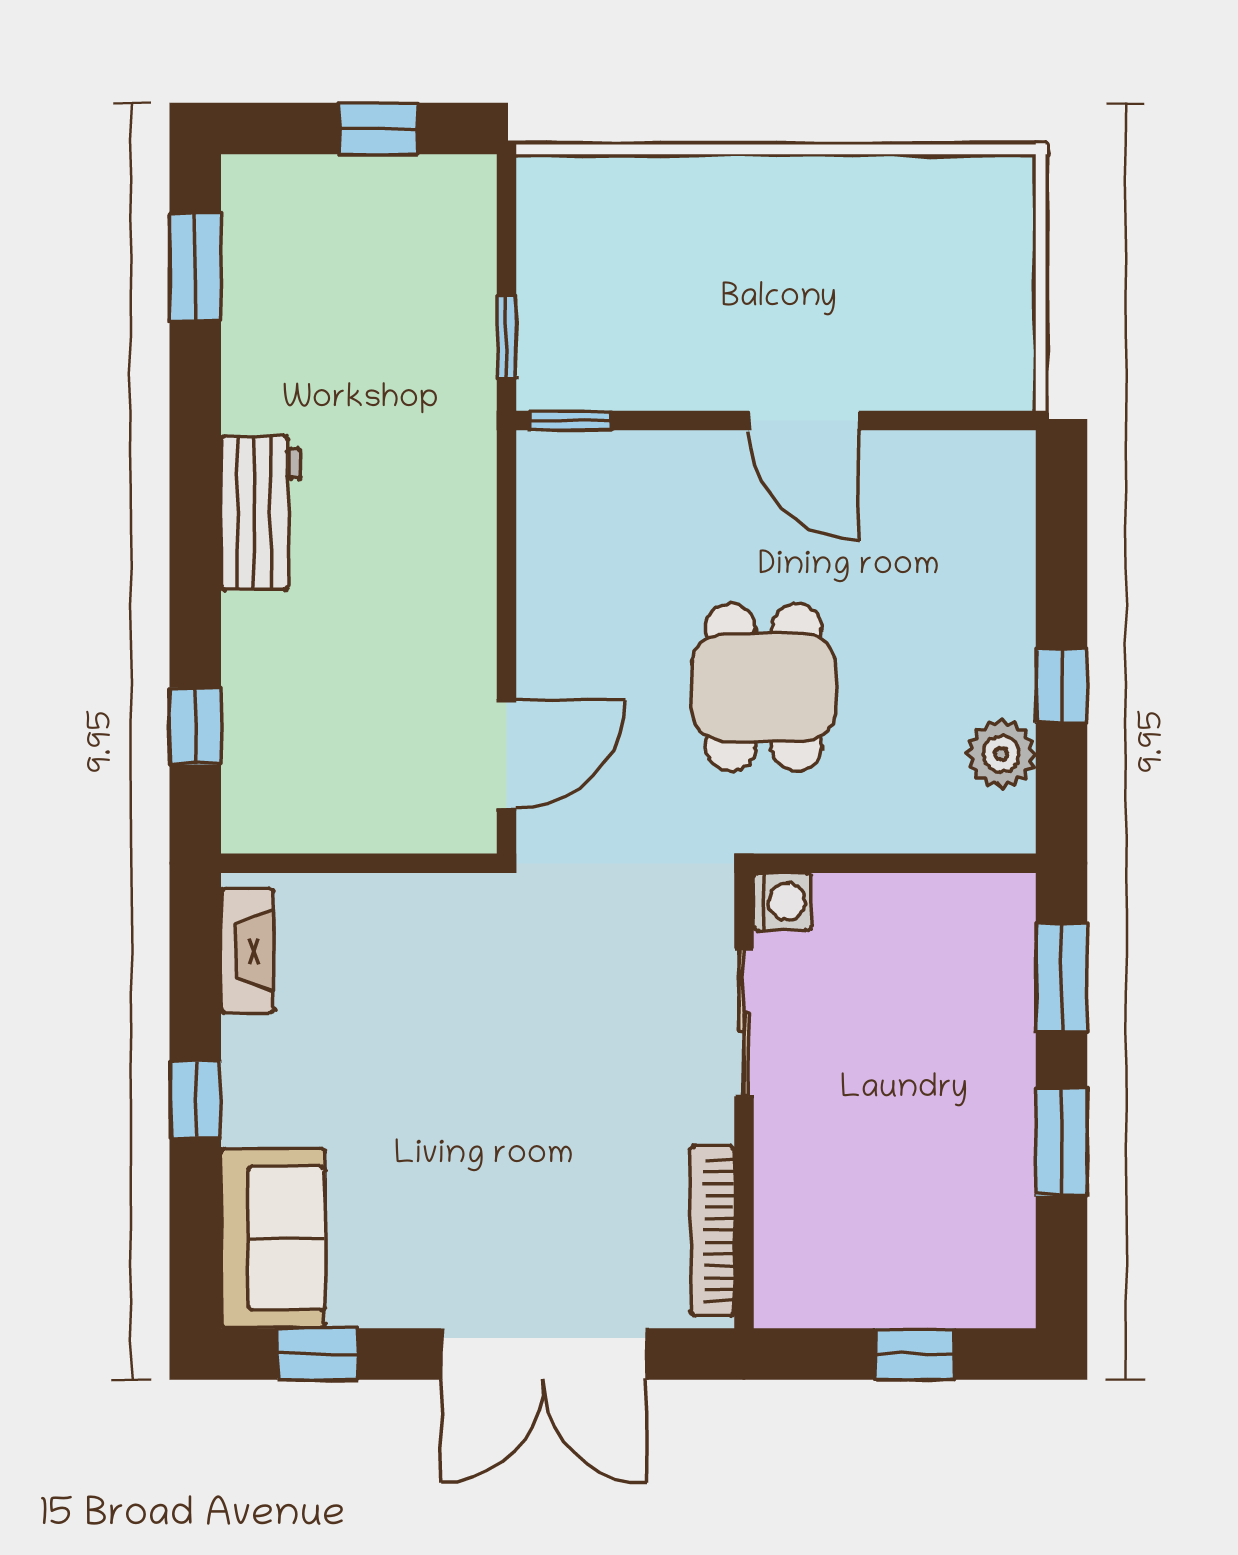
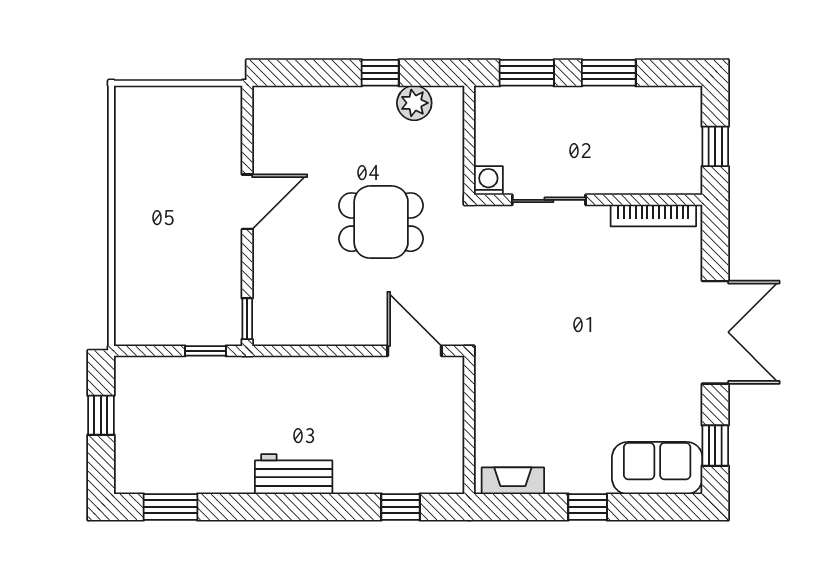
washing machine: (782, 902) -> (488, 181), moved
sliding door: (744, 1022) -> (549, 200), moved
wall: (744, 1101) -> (588, 200), moved
bookcase: (712, 1231) -> (653, 216), moved

